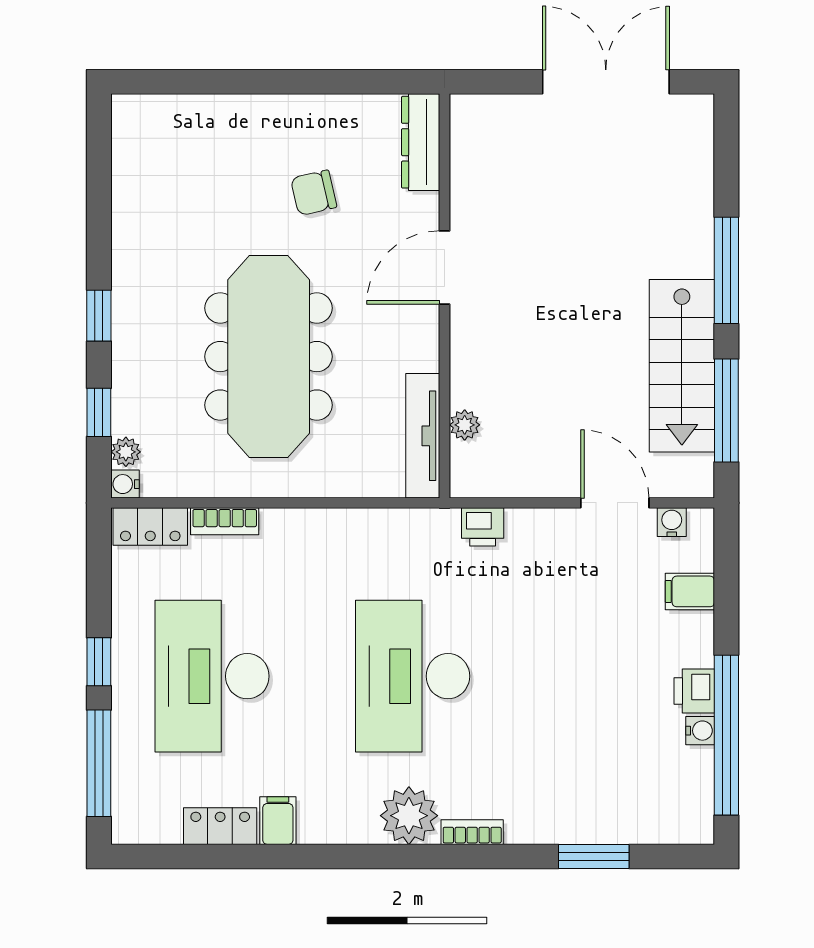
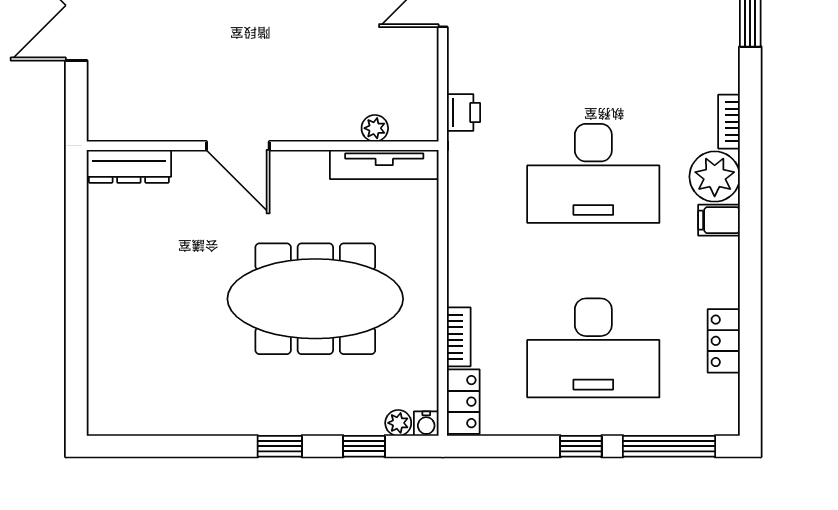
chair: (314, 193) -> (173, 259), removed
filing cabinet: (278, 821) -> (719, 220), moved

